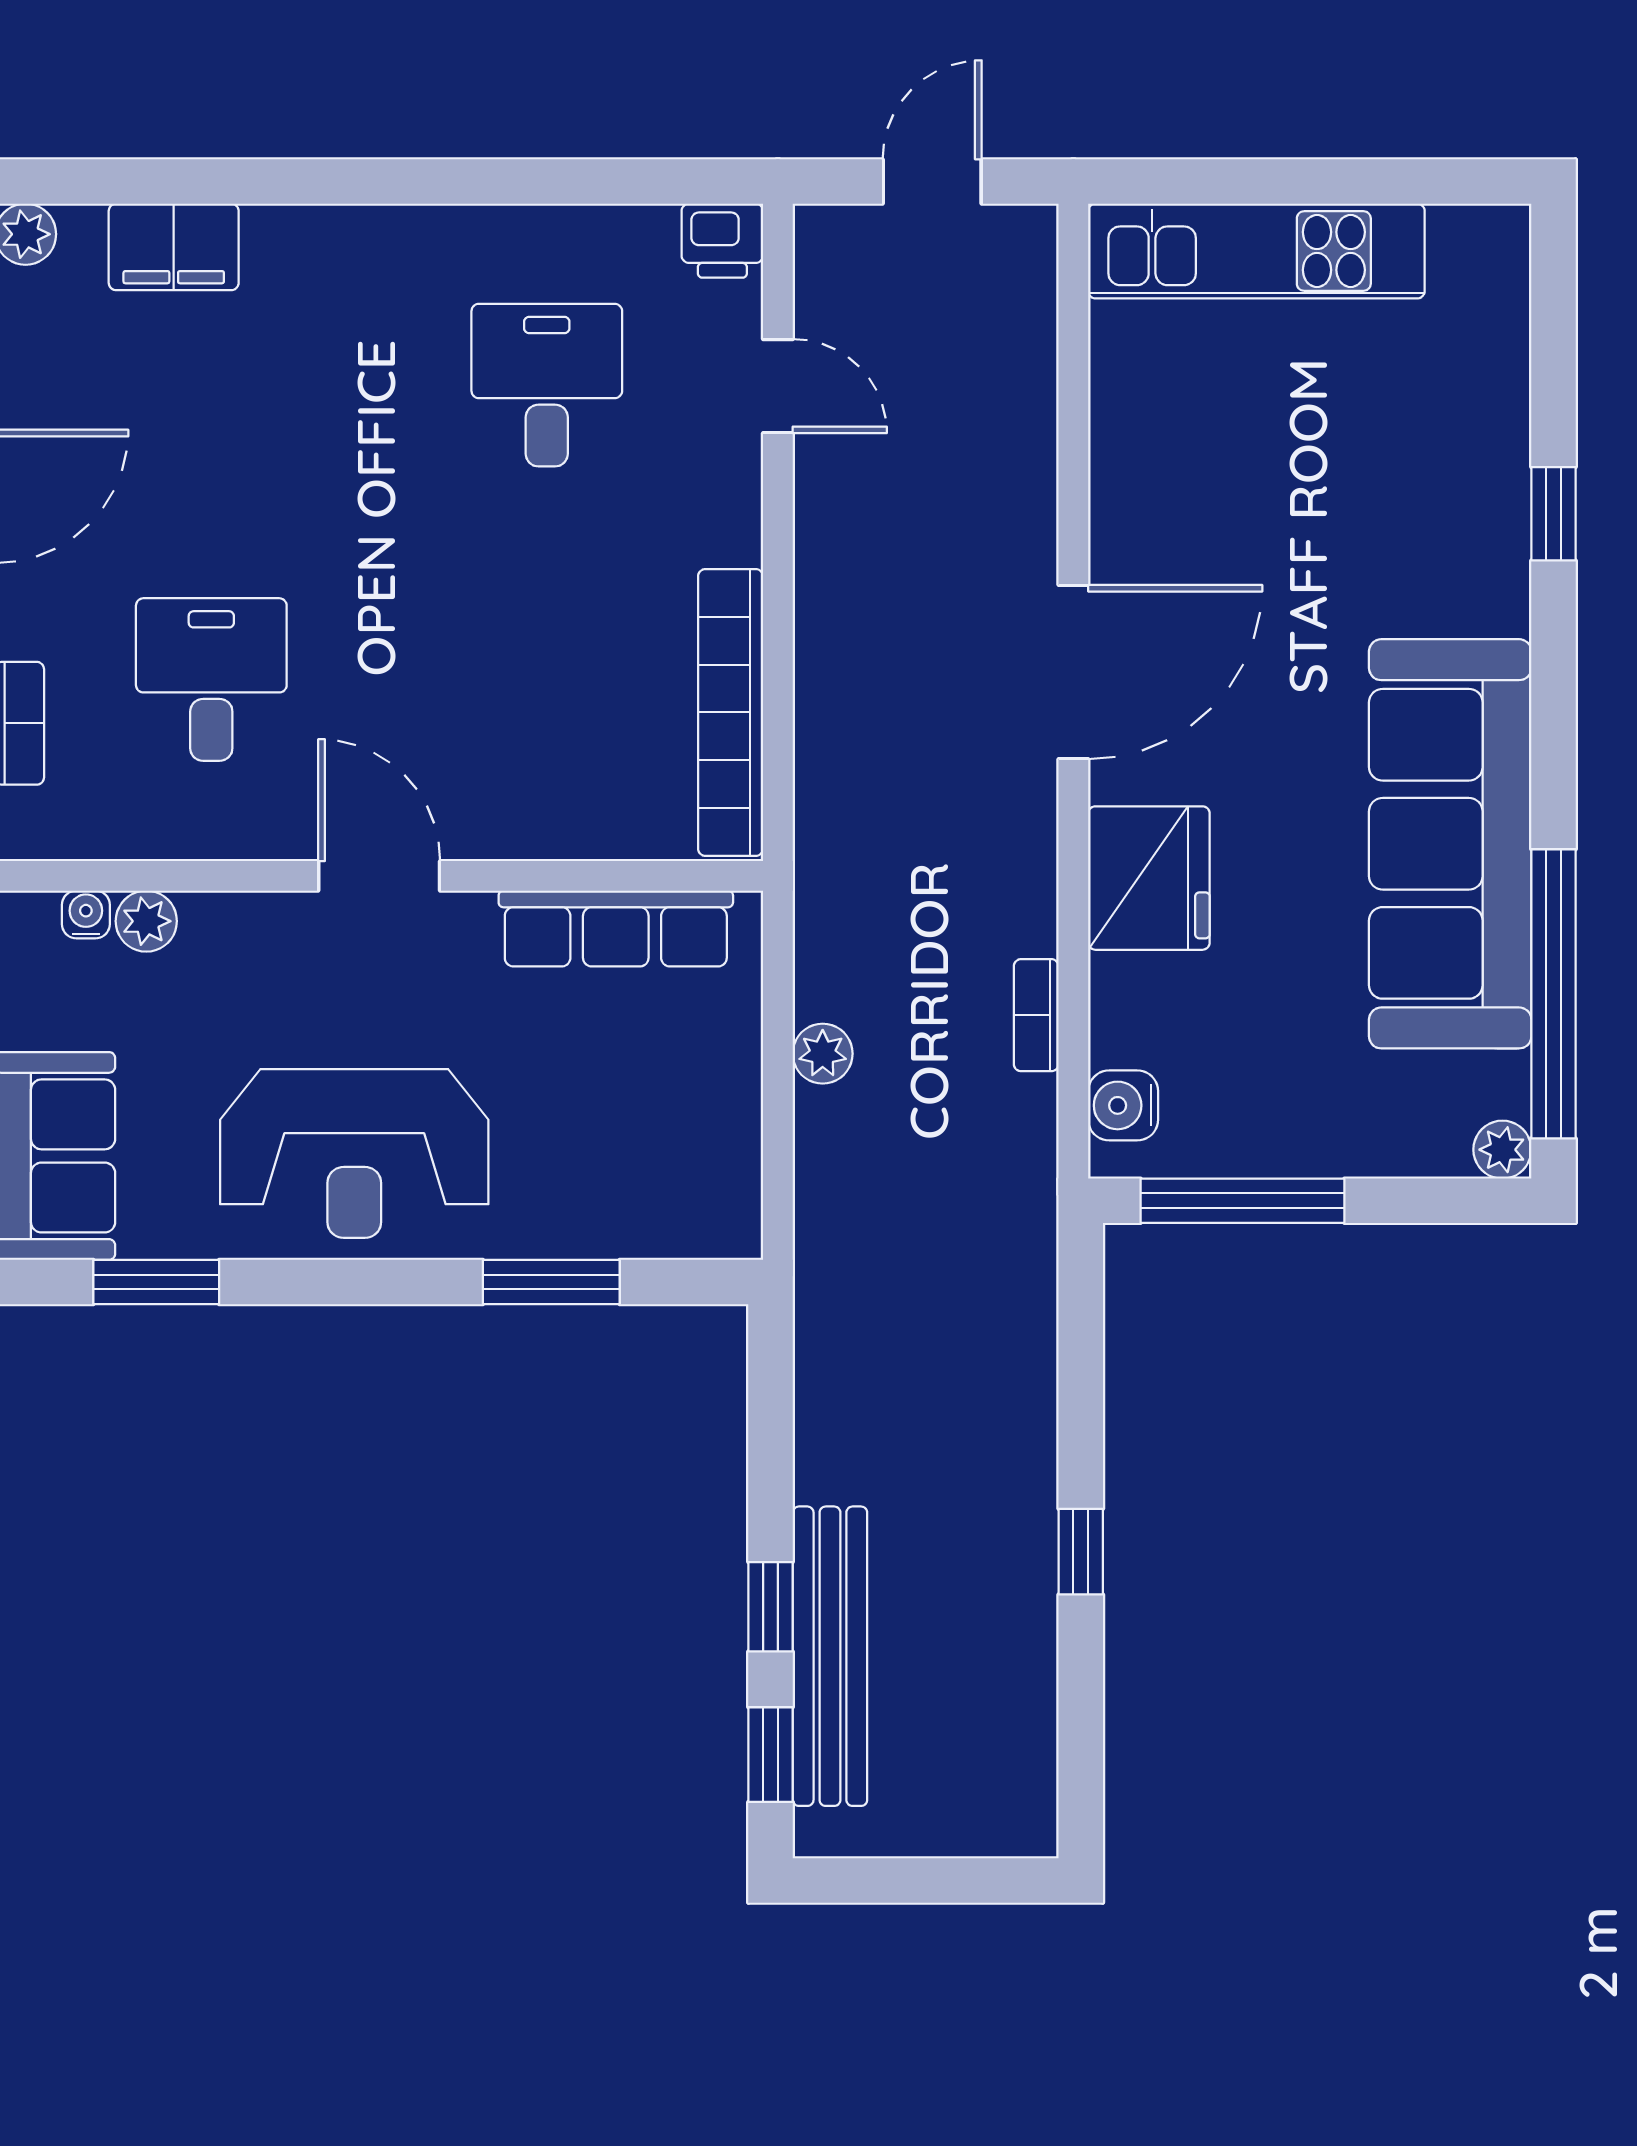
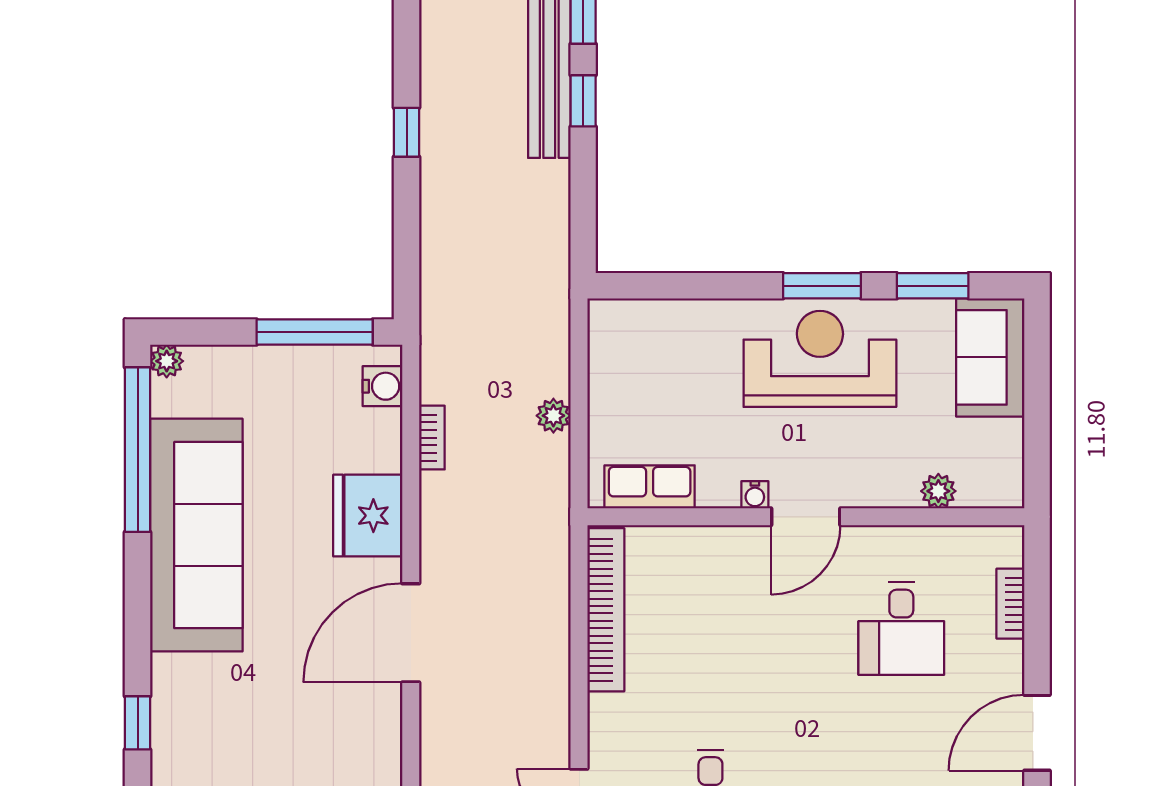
door: (379, 876) -> (806, 517), hinge flipped
water cooler: (86, 914) -> (755, 495), moved
row of seats: (616, 929) -> (650, 487), width x0.68
window: (551, 1282) -> (822, 286), moved

